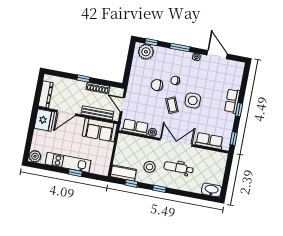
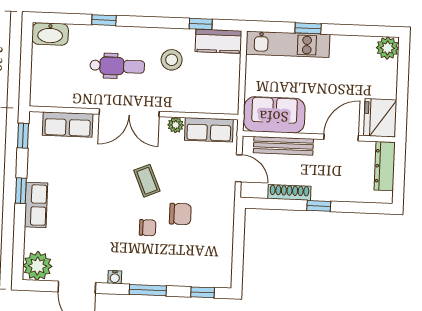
plant: (146, 52) -> (38, 266), moved
side table: (193, 100) -> (110, 195), removed
kitchen unit: (68, 162) -> (288, 44), moved
window: (159, 189) -> (104, 20), moved

